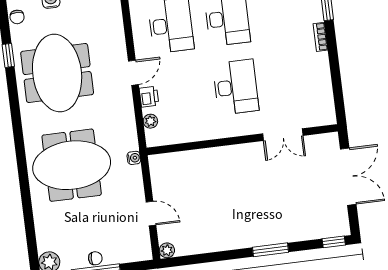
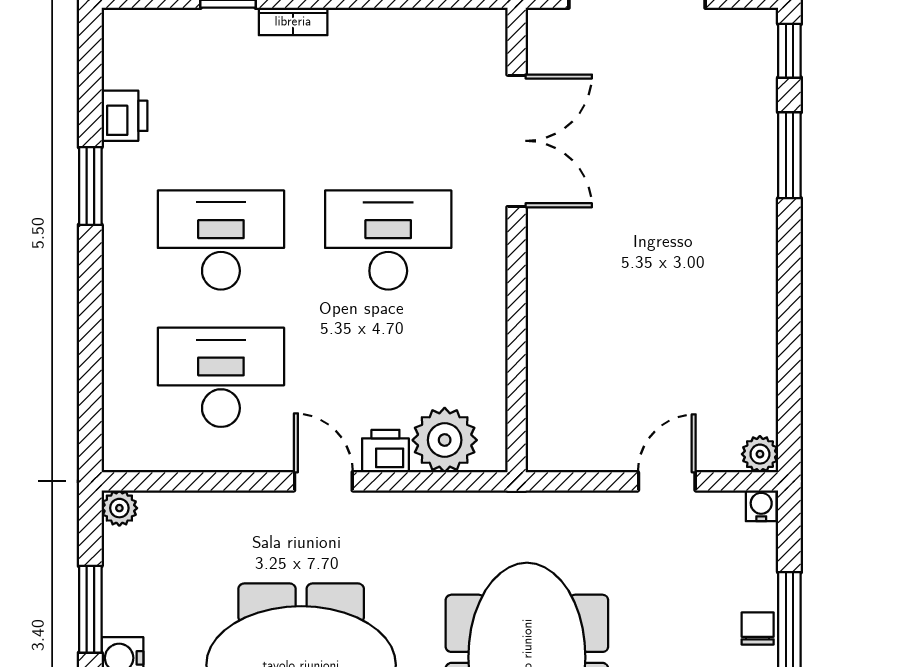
plant: (150, 121) -> (445, 440), width x1.88, depth x1.88
double door: (283, 135) -> (517, 141), width x1.37
water cooler: (134, 158) -> (761, 506), moved
window: (271, 250) -> (789, 155), moved

